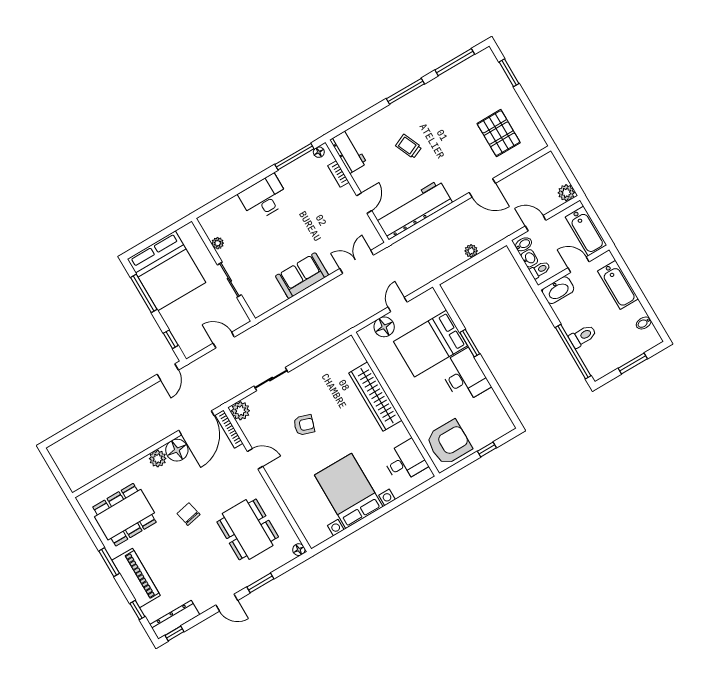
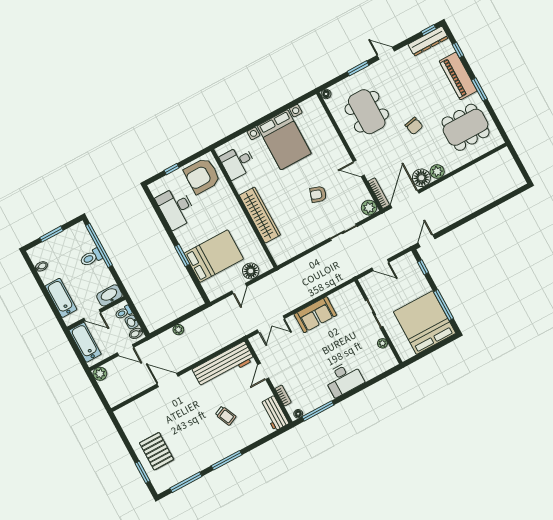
pallet: (499, 133) -> (157, 451), moved
desk: (464, 376) -> (176, 208), moved

